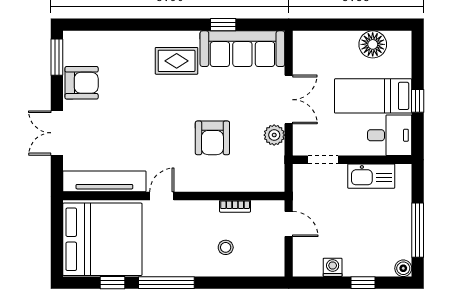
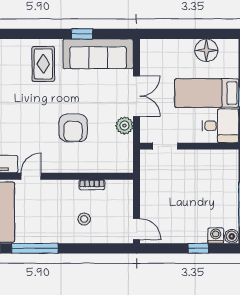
rug: (177, 61) -> (43, 64), turned 90
kitchen sink: (371, 176) -> (205, 160), removed
door: (289, 224) -> (137, 229), moved
washing machine: (333, 267) -> (216, 236), moved

